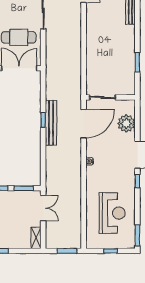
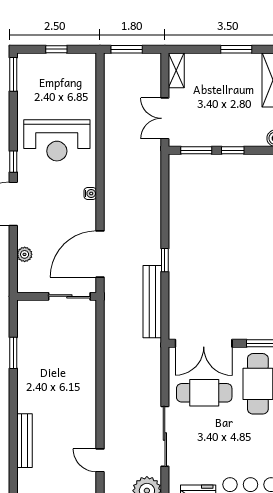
bench: (51, 123) -> (152, 302), moved
plant: (126, 123) -> (25, 254), width x0.53, depth x0.53
reception desk: (112, 213) -> (57, 140), moved, turned -90

